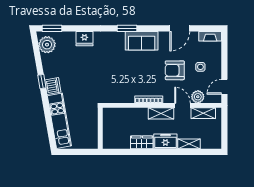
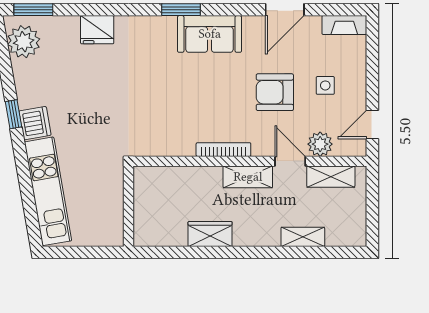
freezer: (165, 141) -> (256, 232), removed

